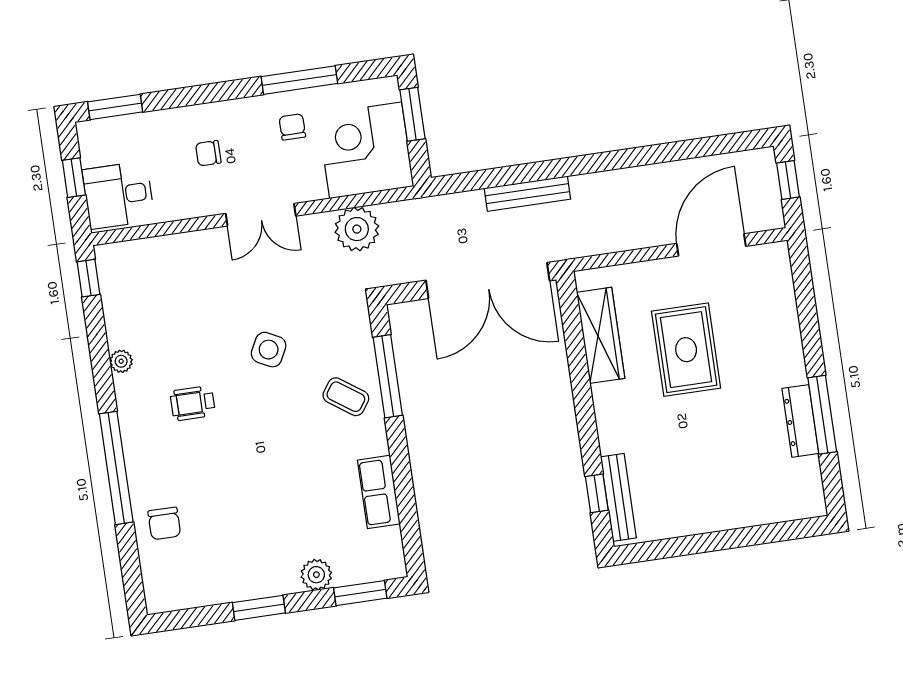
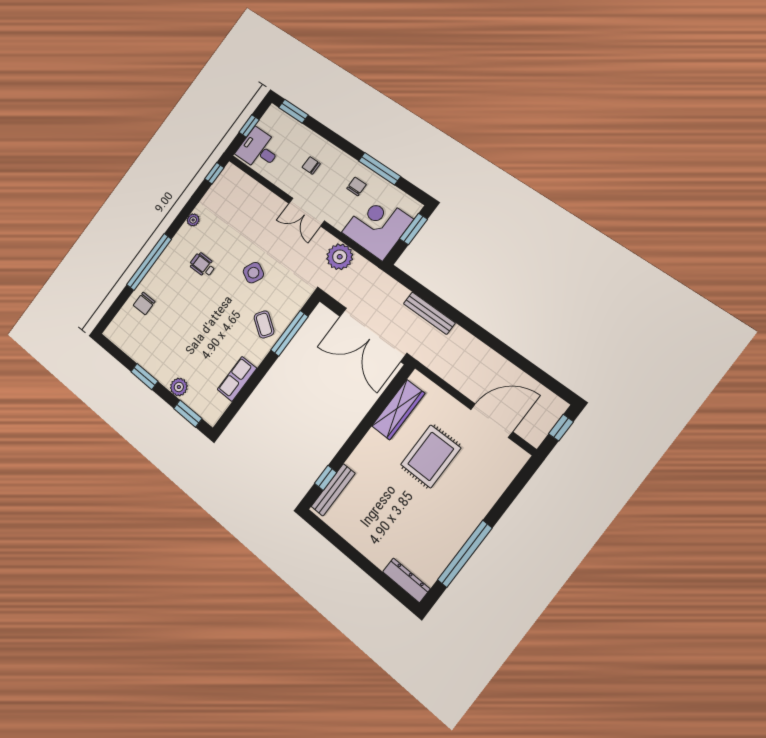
window: (822, 415) -> (465, 554), width x1.46
dresser: (800, 421) -> (406, 580), moved, turned 90

